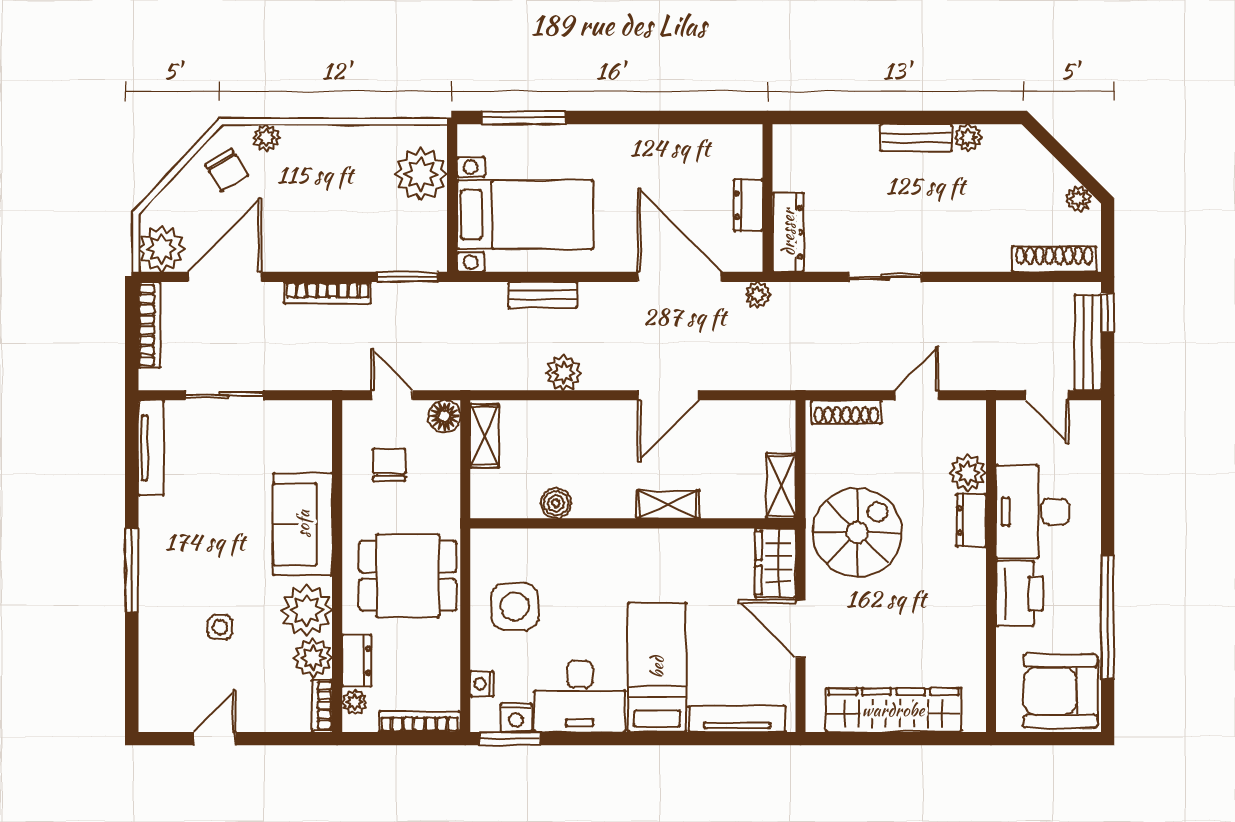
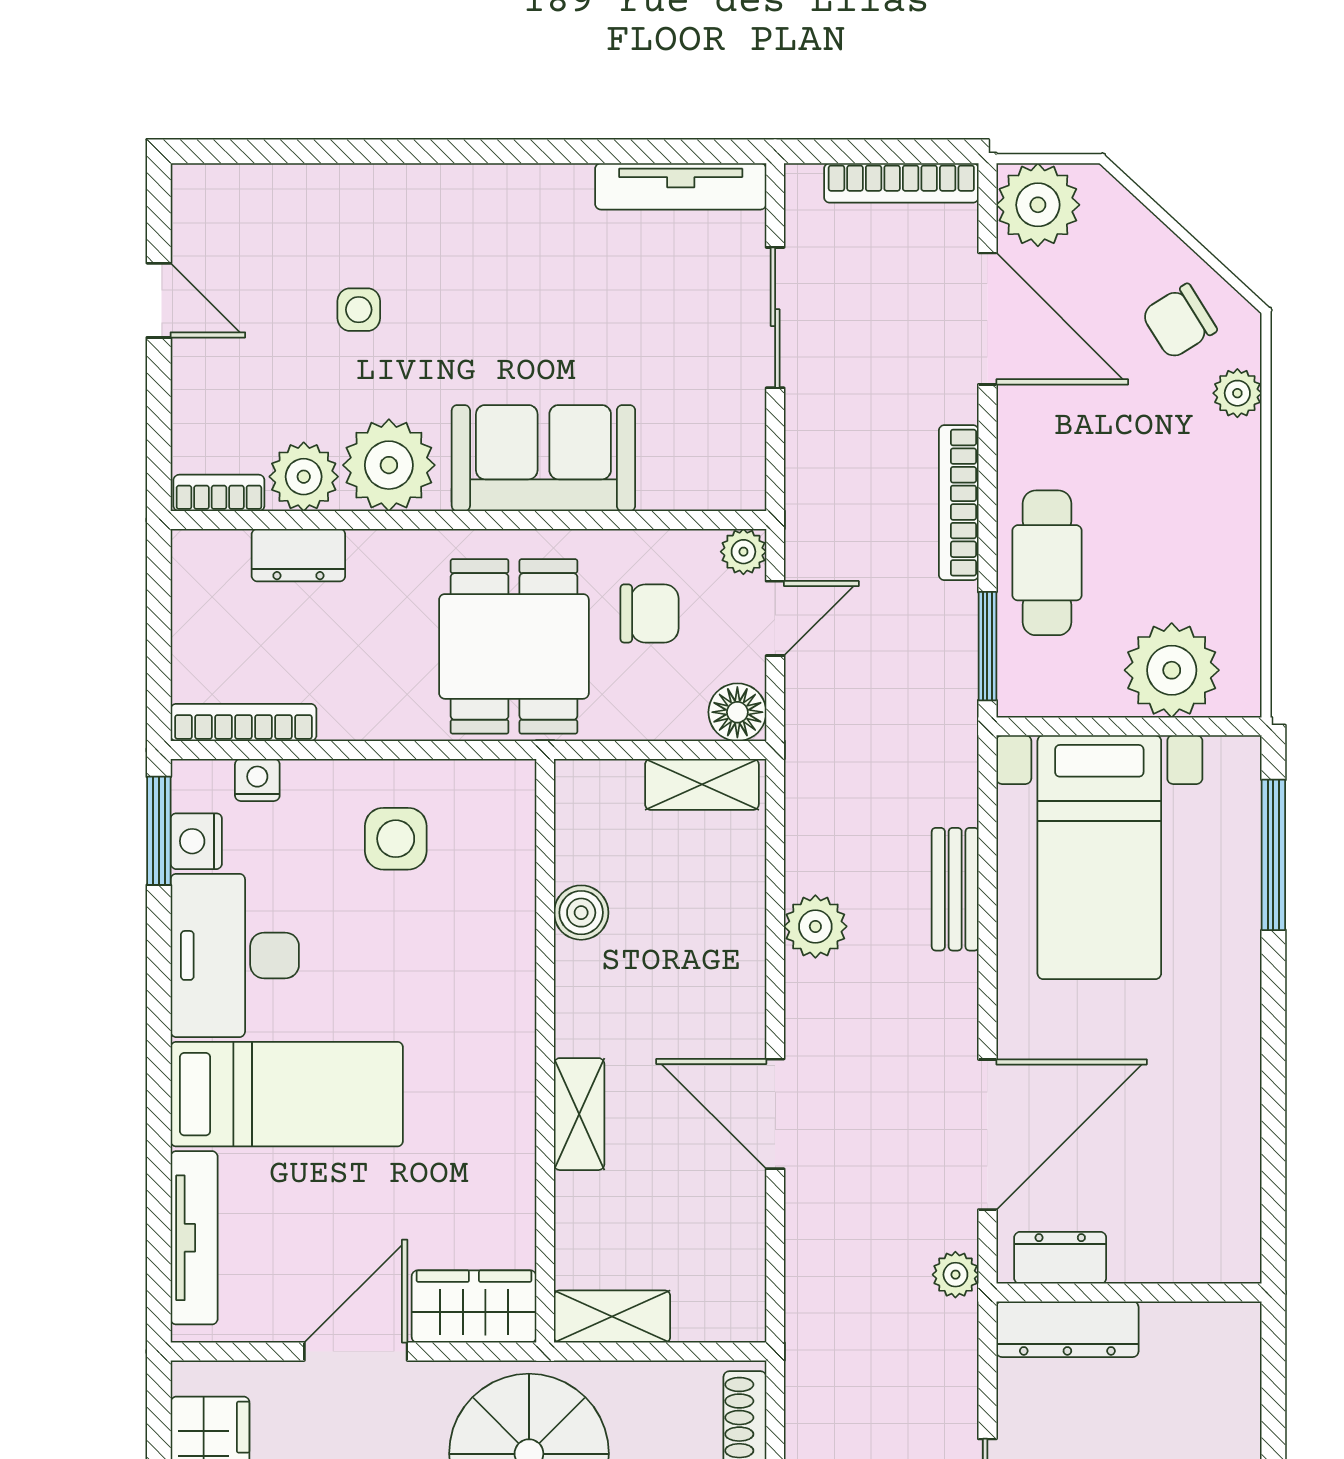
dresser: (748, 205) -> (1060, 1258), moved
cafe table: (361, 244) -> (1047, 563), added
window: (132, 570) -> (461, 151), removed
dining table: (408, 576) -> (514, 646), moved
side table: (515, 607) -> (396, 839), width x0.73, depth x0.73
plant: (355, 702) -> (743, 552), moved
bookcase: (420, 722) -> (243, 722), moved, turned -90

